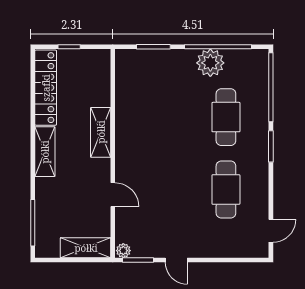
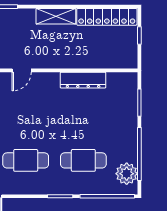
plant: (210, 63) -> (127, 174), moved
dresser: (125, 118) -> (83, 80), added
shelving: (101, 132) -> (71, 61), removed

